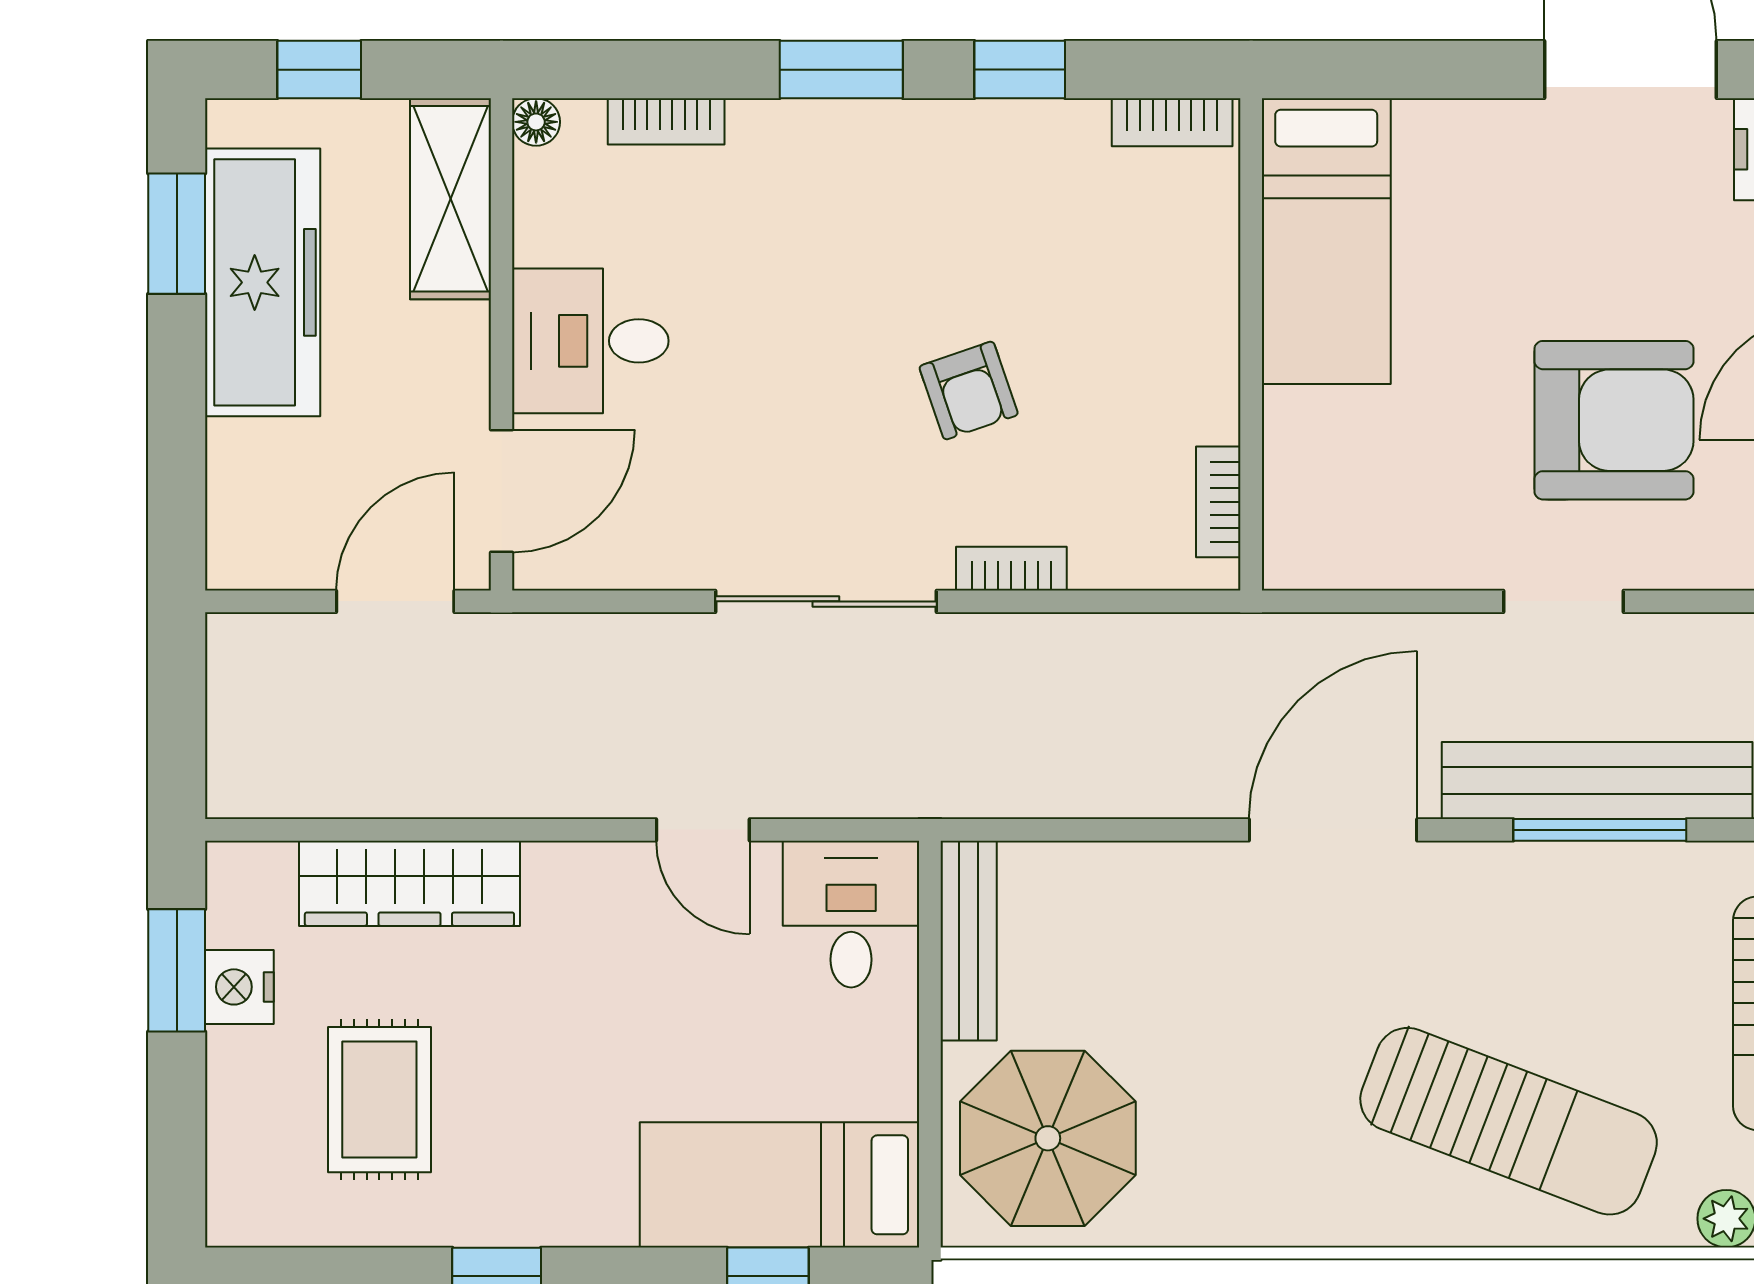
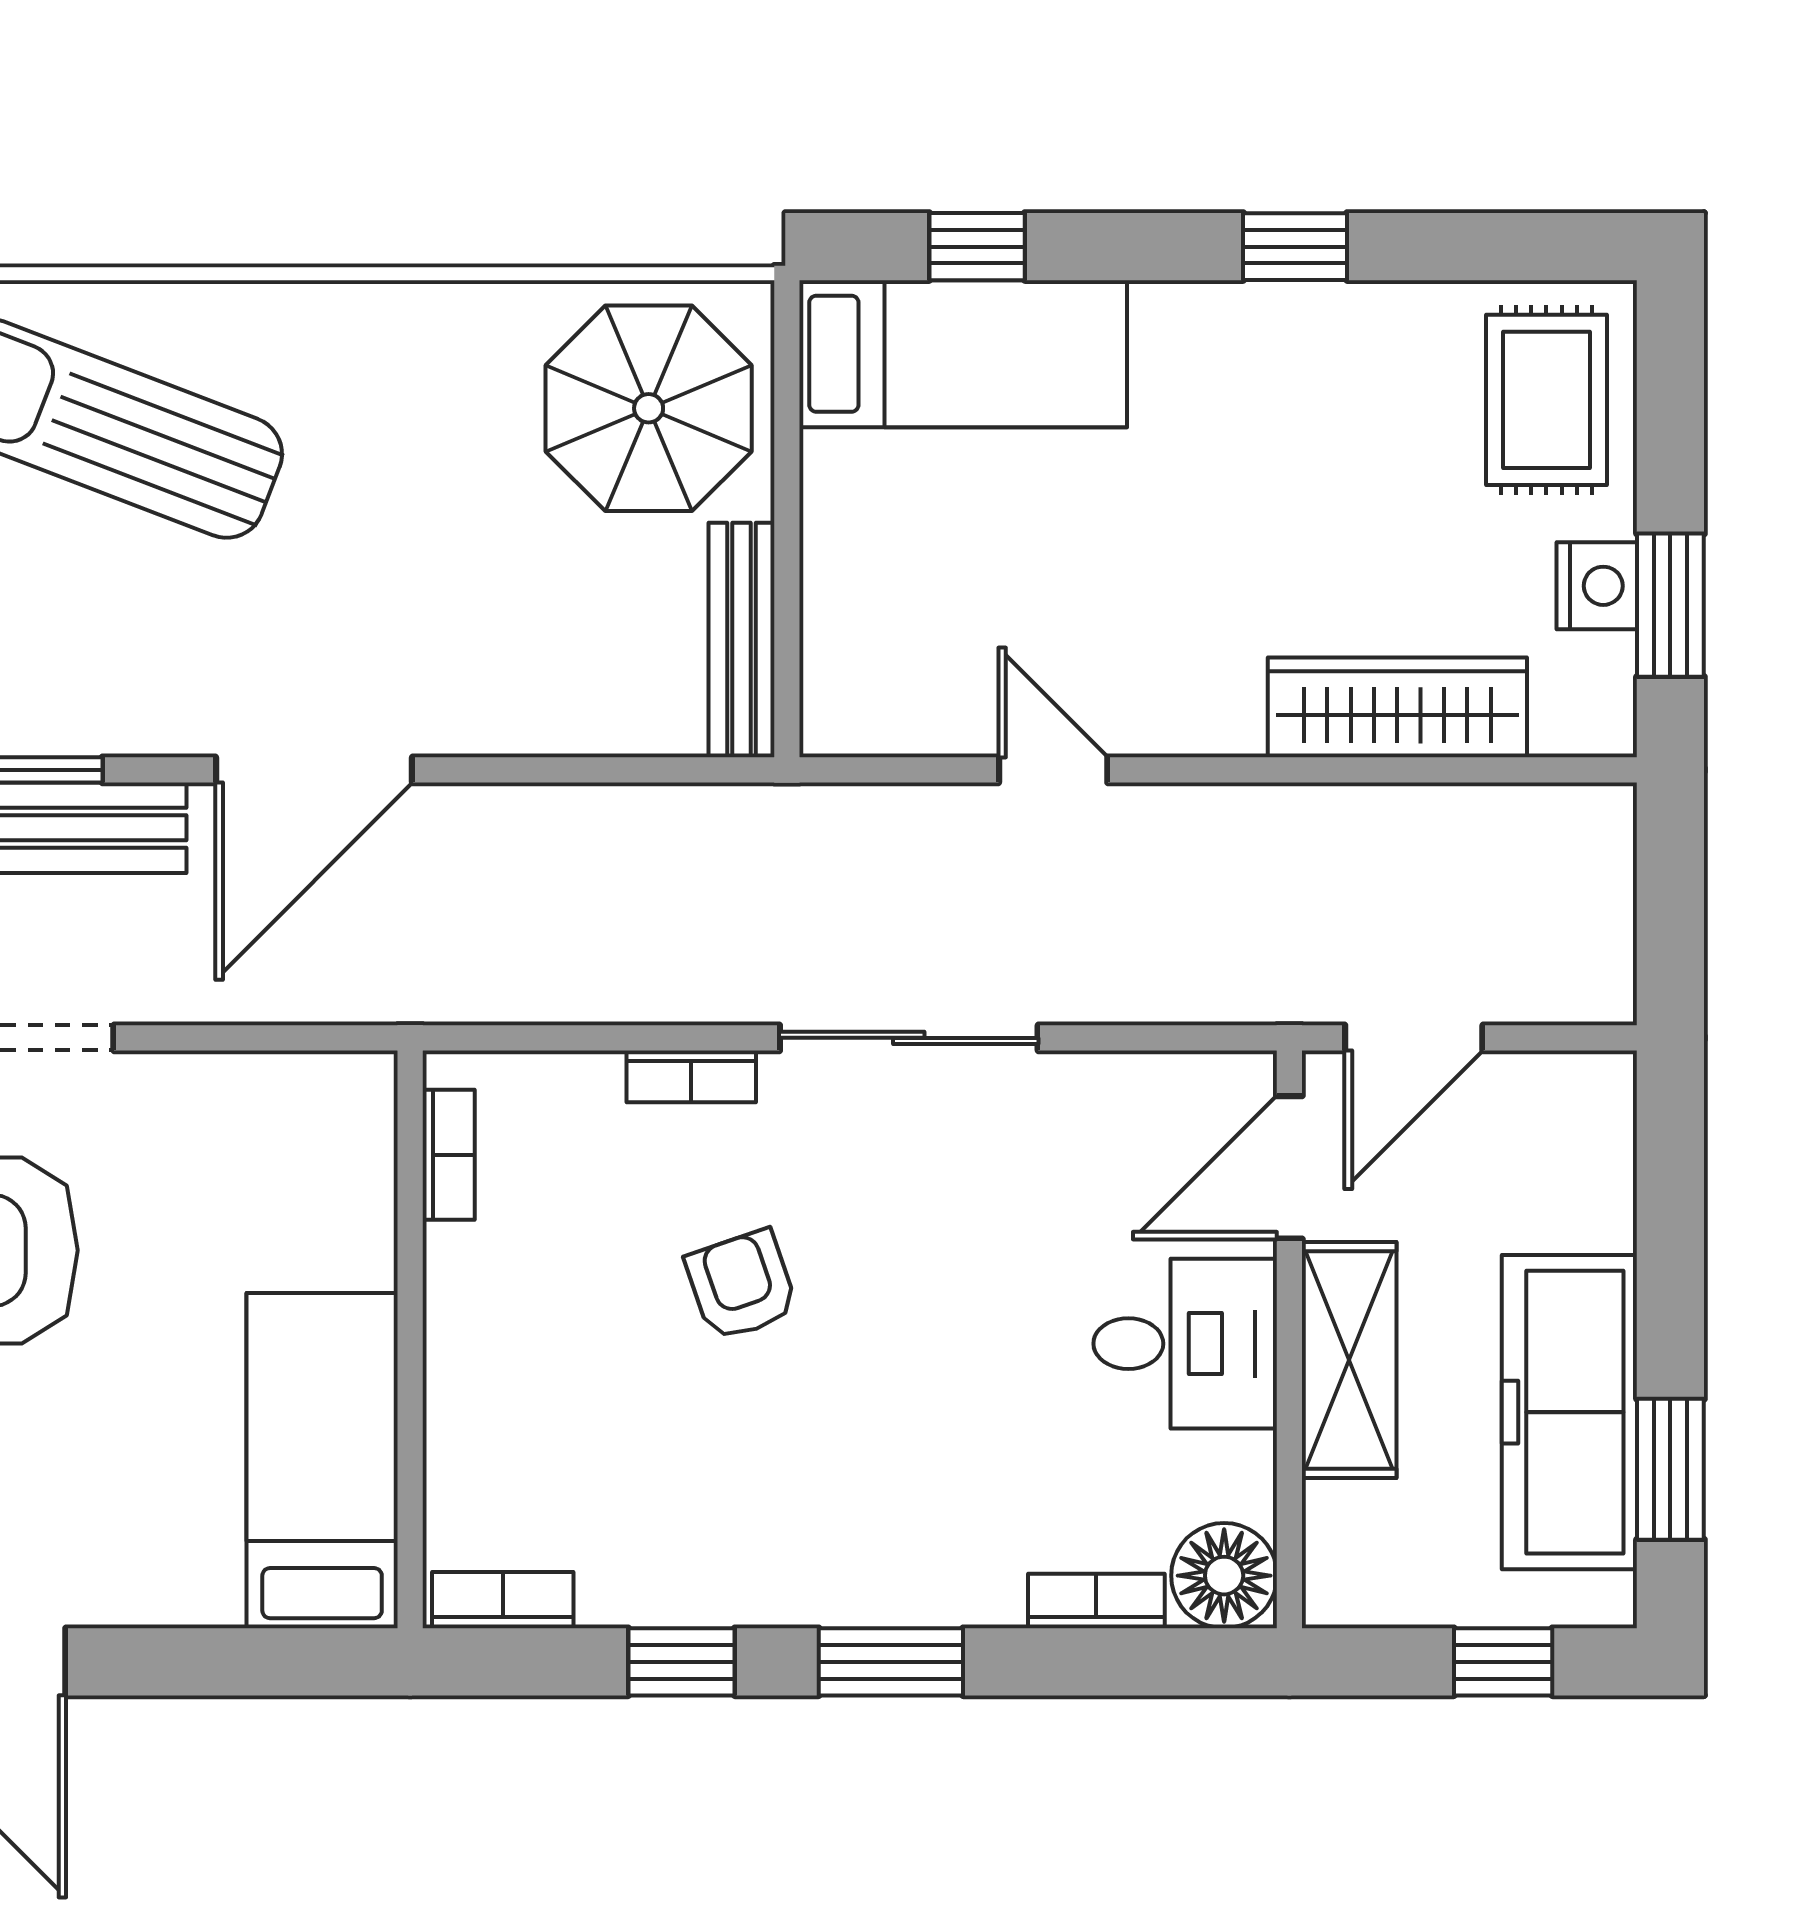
floor lamp: (536, 122) -> (1224, 1576), width x1.89, depth x1.89
shelving: (450, 199) -> (1349, 1360), moved
desk: (851, 914) -> (879, 671), removed
rug: (379, 1100) -> (1546, 400), moved

